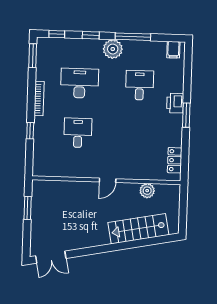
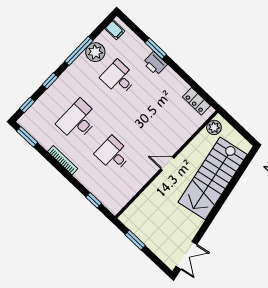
plant: (113, 49) -> (95, 52), moved
window: (186, 115) -> (156, 49), moved
window: (30, 131) -> (94, 200), moved
door: (108, 180) -> (167, 163), swing flipped
plant: (147, 191) -> (214, 127), moved
stairs: (138, 229) -> (213, 178), width x1.36, depth x1.51

